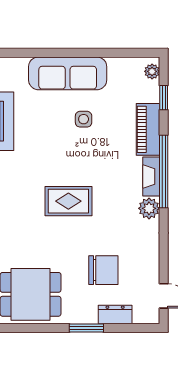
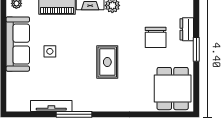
sofa: (68, 73) -> (18, 44), moved
chair: (103, 270) -> (156, 37), turned 180

